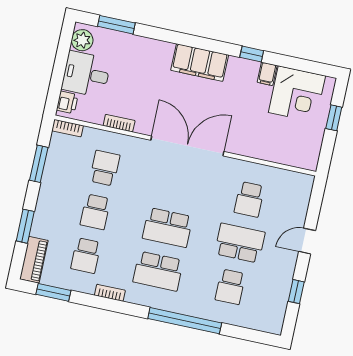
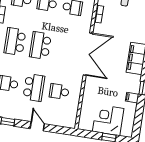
corner desk: (297, 94) -> (108, 120), moved, turned 90

